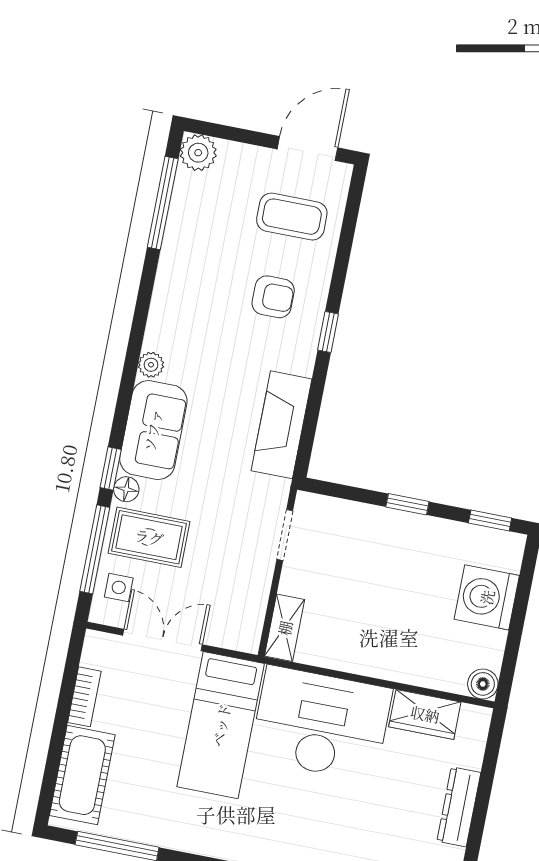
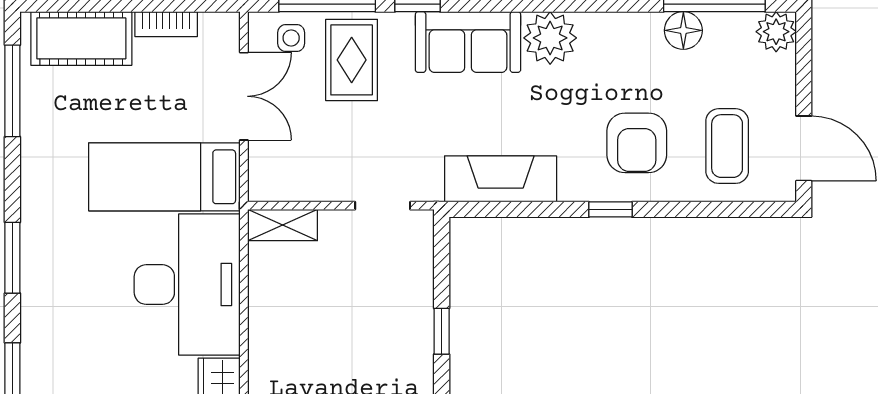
armchair: (273, 297) -> (637, 143), width x1.38, depth x1.38
plant: (151, 365) -> (550, 38), width x1.88, depth x1.88
floor lamp: (126, 489) -> (683, 30), moved, width x1.37, depth x1.37

